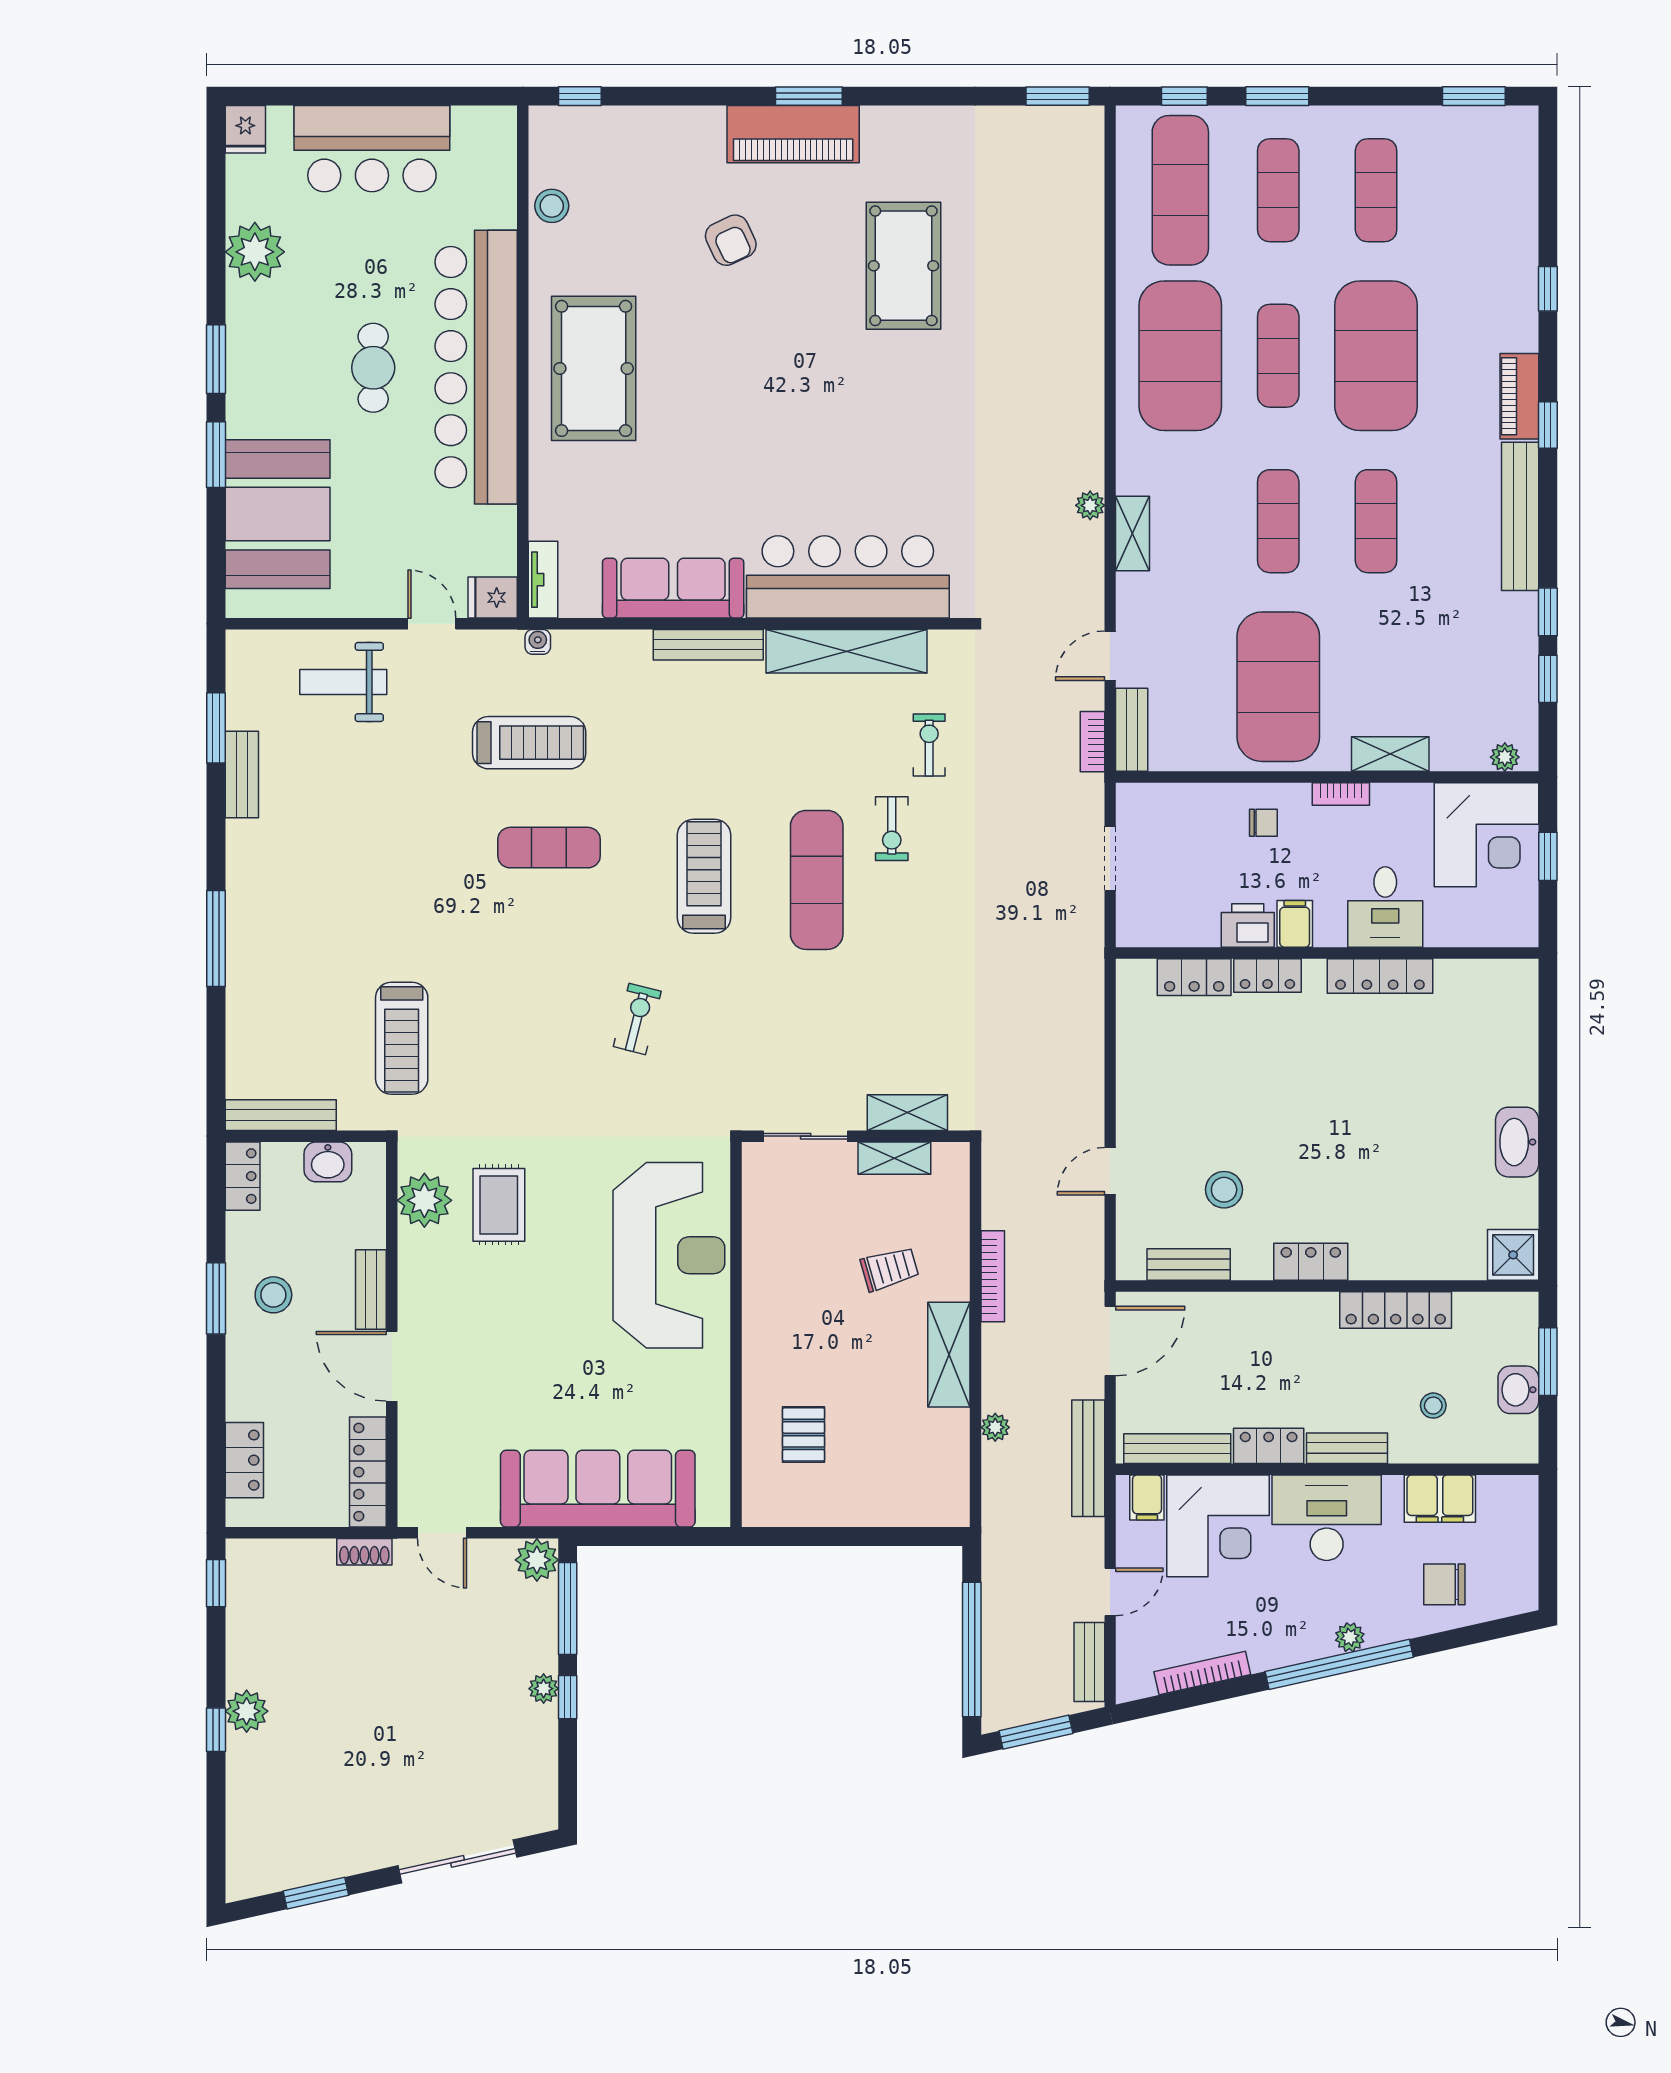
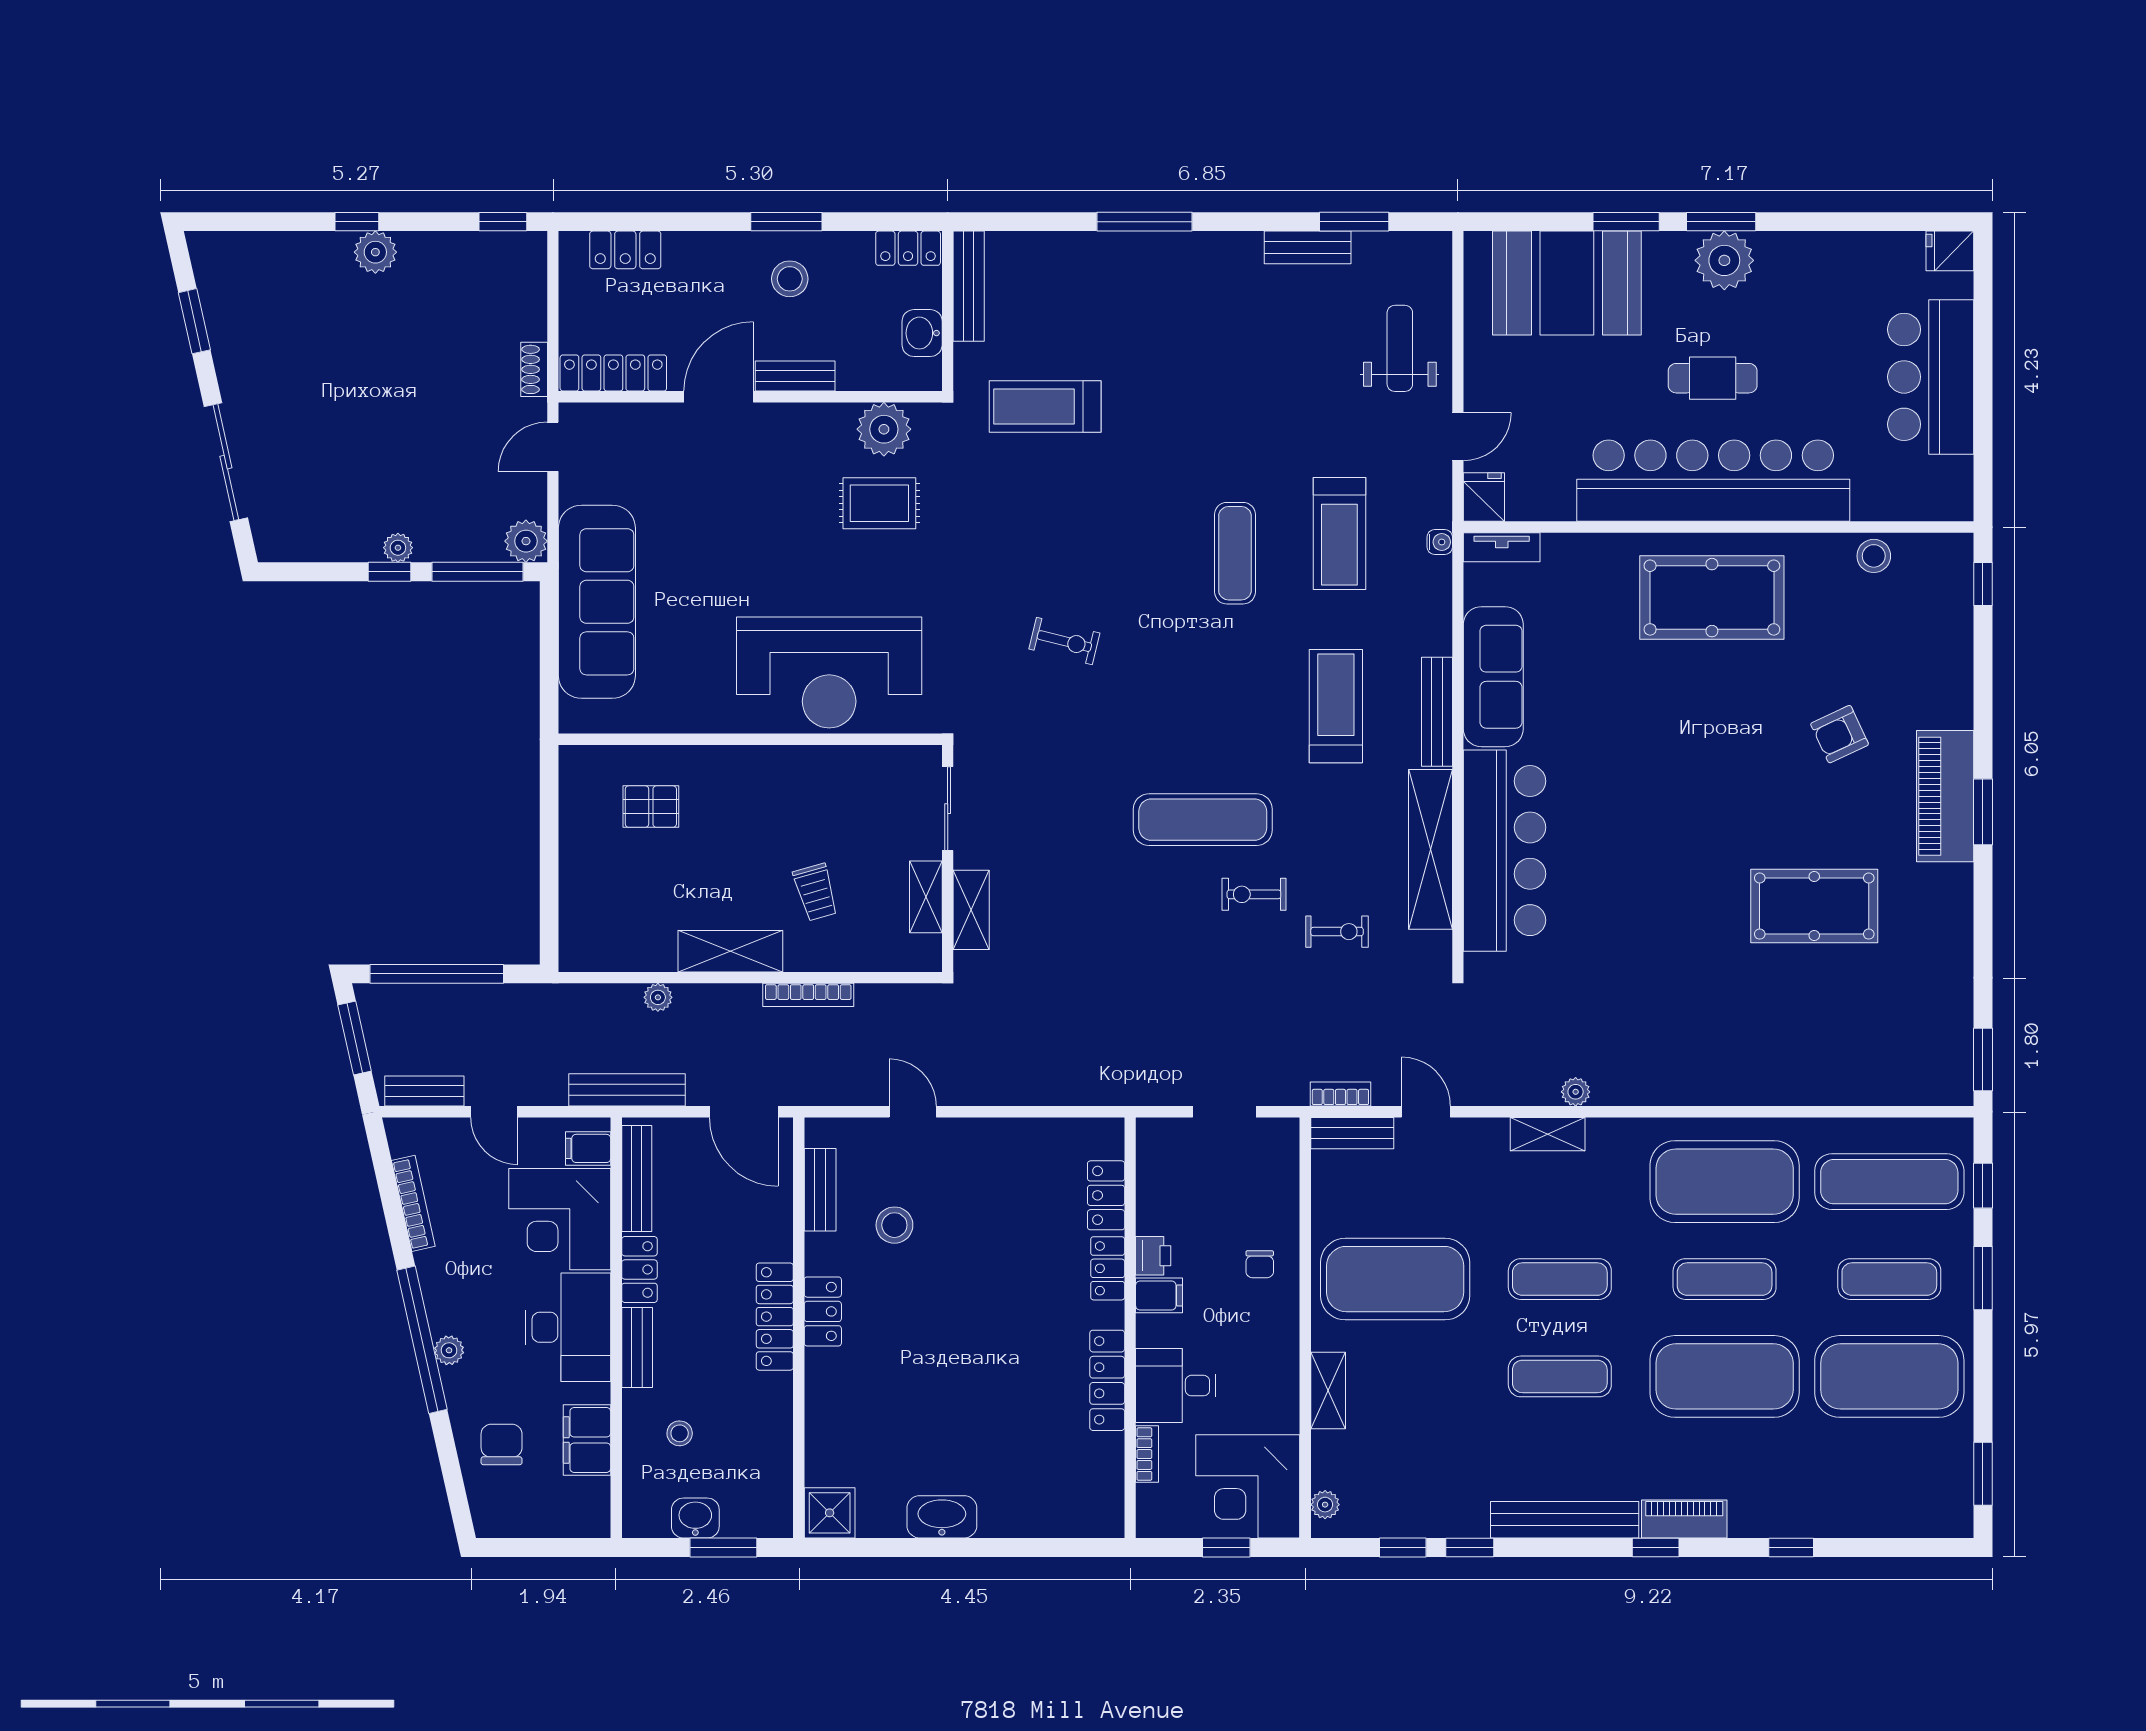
exercise mat: (1376, 190) -> (1889, 1376), width x2.00, depth x1.45
plant: (255, 252) -> (1724, 260), moved
bookcase: (1341, 794) -> (1147, 1454), moved, turned 180
treadmill: (704, 876) -> (1336, 706), moved, turned -90
printer: (1248, 925) -> (1153, 1256), width x0.73, depth x0.81
locker: (1396, 1310) -> (775, 1317), moved

